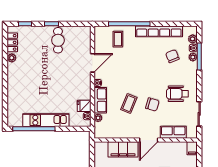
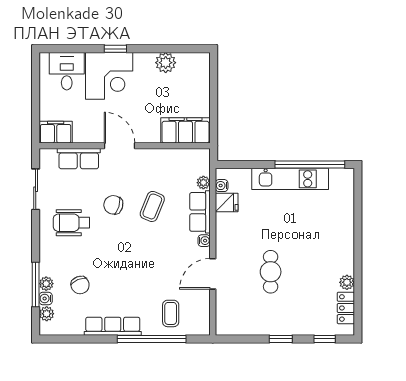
row of seats: (159, 31) -> (113, 326), width x0.73
cafe table: (58, 40) -> (271, 272), moved
wheelchair: (178, 94) -> (72, 223), turned 180
door: (149, 140) -> (120, 146), hinge flipped
filing cabinet: (192, 148) -> (56, 132), width x2.00
filing cabinet: (123, 149) -> (185, 130), moved

